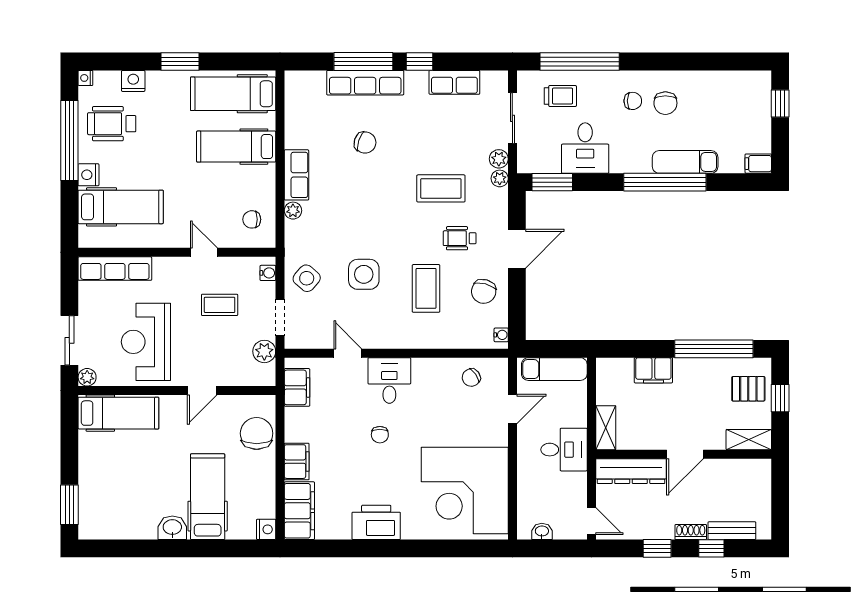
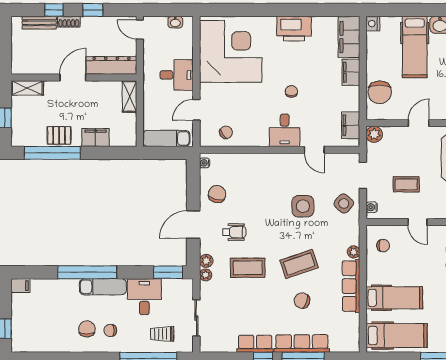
row of seats: (454, 82) -> (255, 344), moved
plant: (499, 159) -> (206, 261), moved
exam couch: (685, 162) -> (103, 287), moved
row of seats: (296, 175) -> (351, 286), width x1.48
coffee table: (426, 288) -> (299, 264), moved, turned 71
plant: (264, 351) -> (374, 134), moved
pallet: (748, 389) -> (59, 135), moved
desk: (564, 450) -> (177, 75), moved, turned 180

